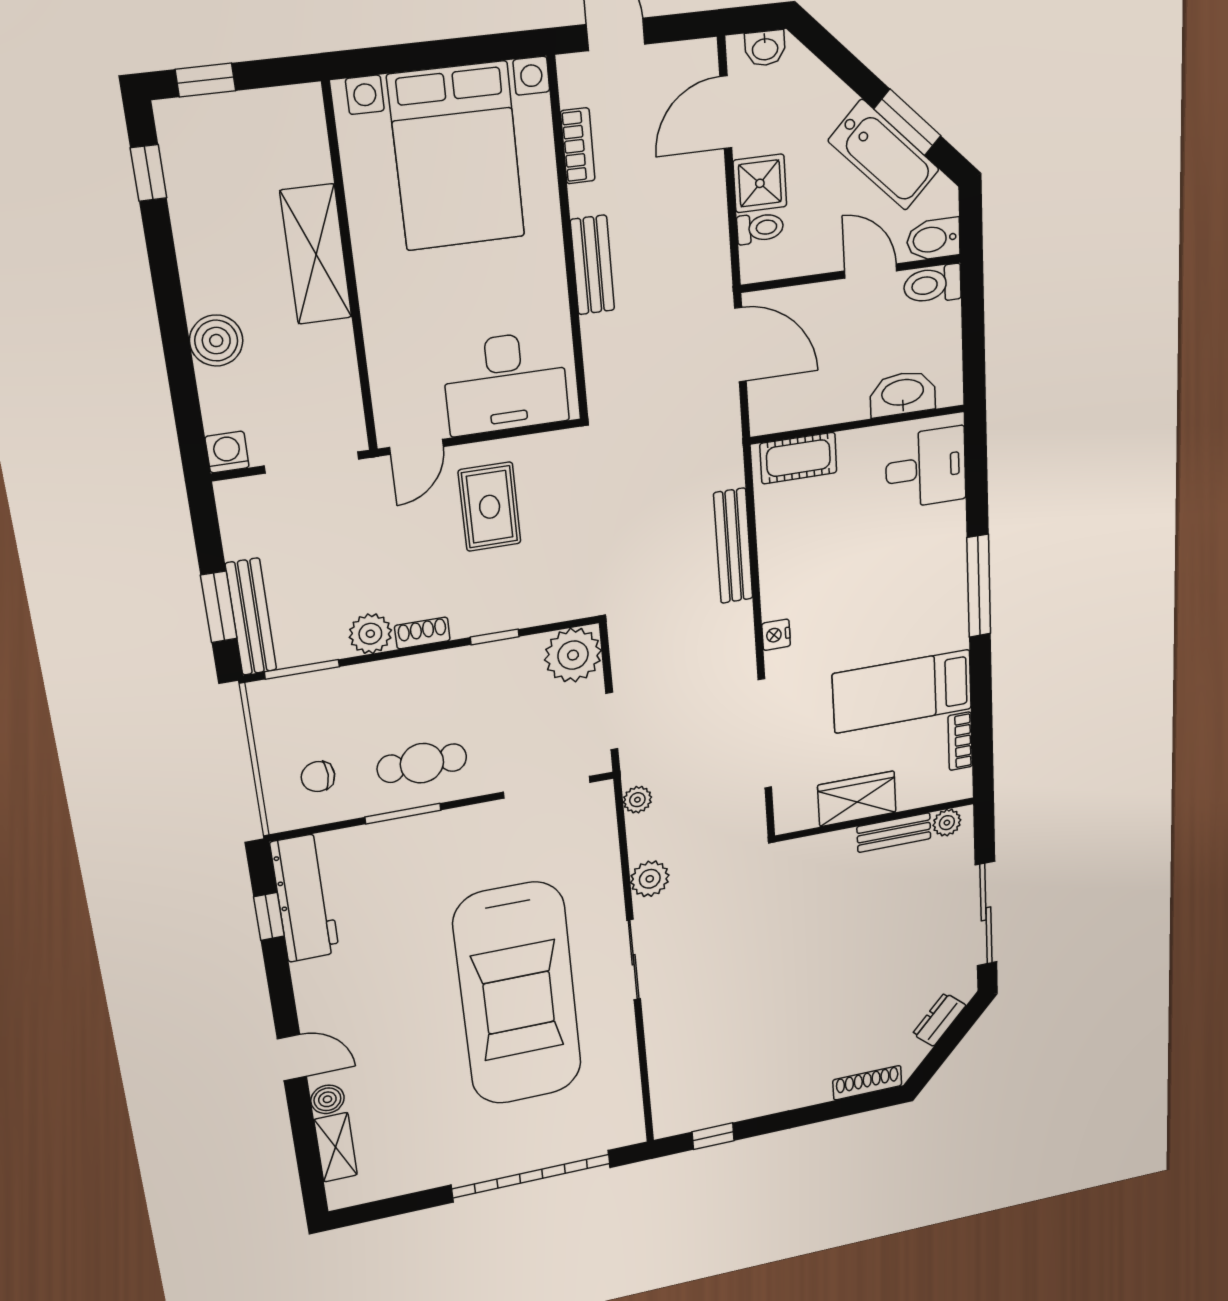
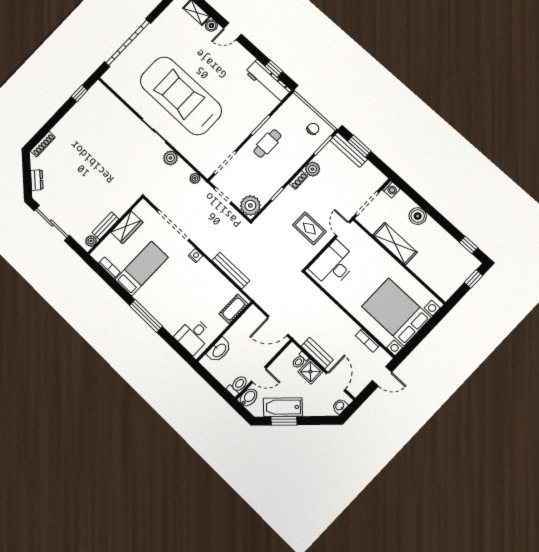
shelving: (316, 254) -> (395, 244), moved
bench: (592, 265) -> (317, 353), moved
chair: (318, 777) -> (313, 129), moved

